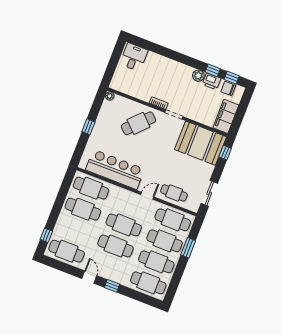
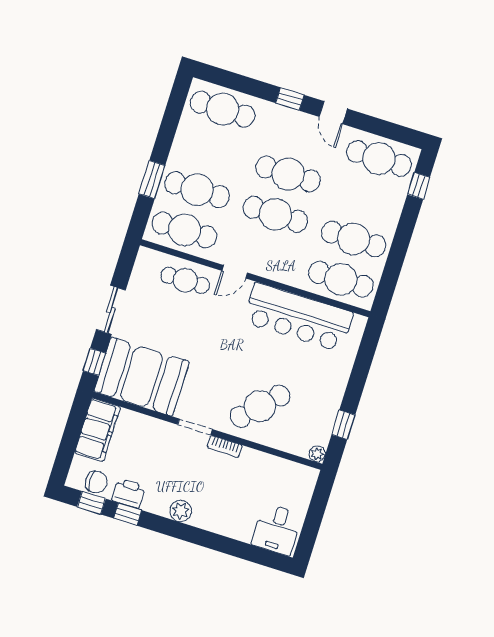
plant: (198, 76) -> (181, 511), moved
window: (88, 127) -> (343, 425), moved
sliding door: (209, 193) -> (111, 310), moved
cafe table: (156, 262) -> (210, 149), removed

